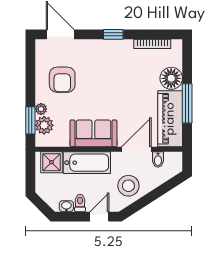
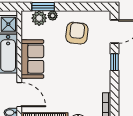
window: (113, 34) -> (114, 62), moved
armchair: (62, 80) -> (77, 33), turned 96

